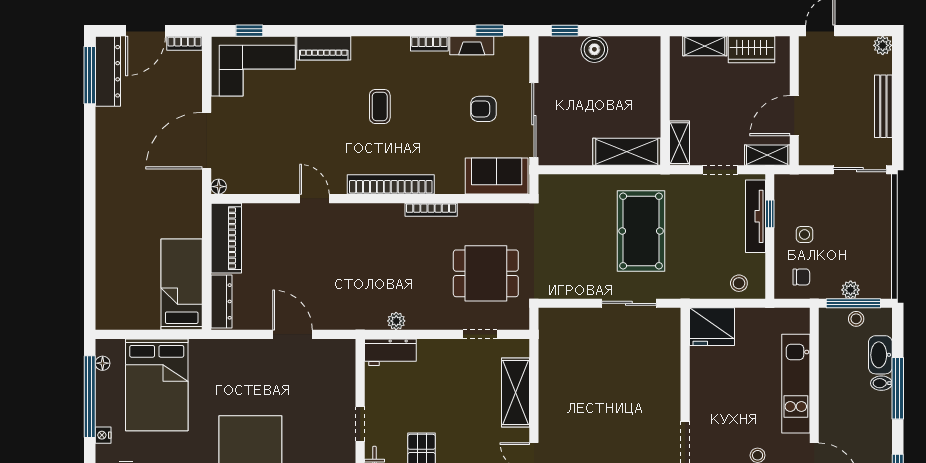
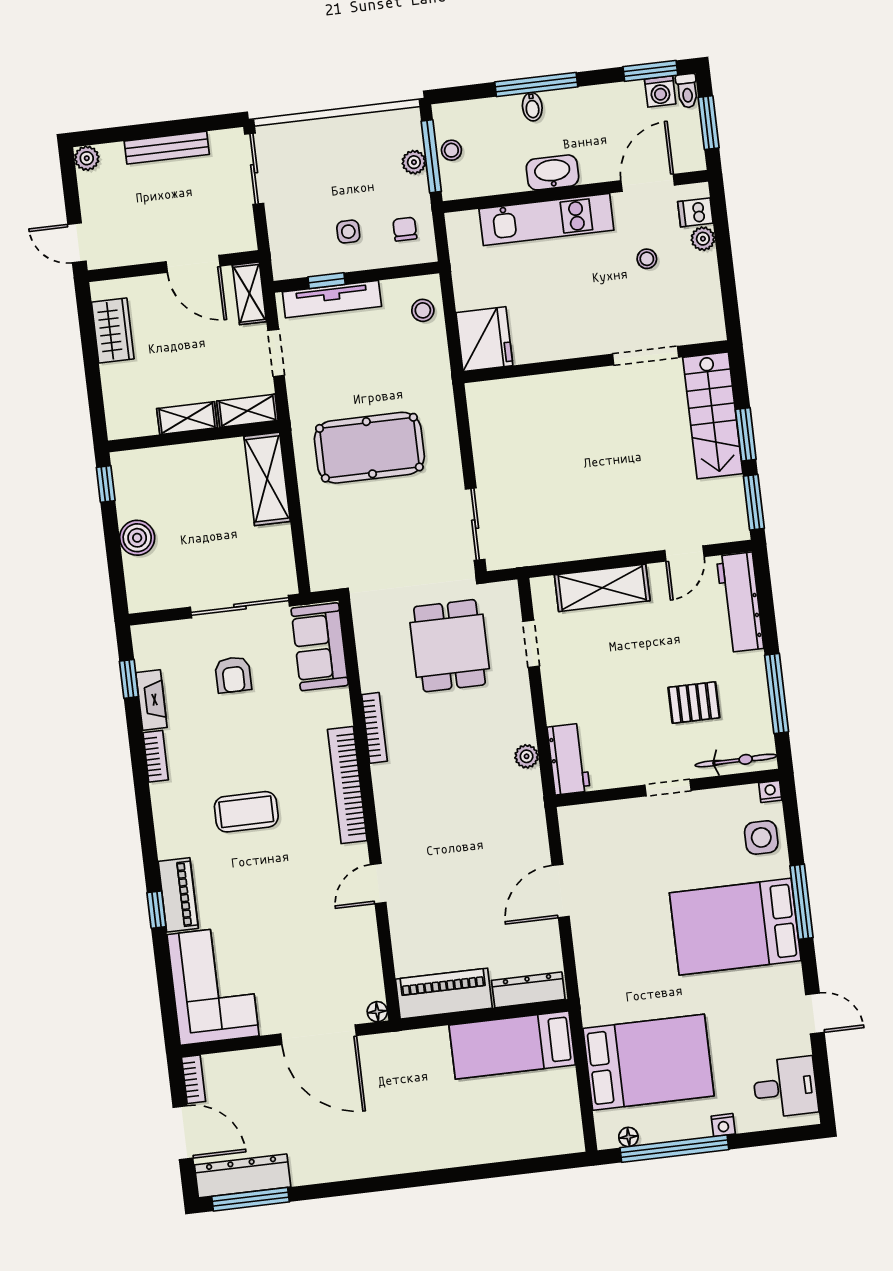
window: (249, 31) -> (156, 910), moved
window: (565, 31) -> (106, 484), moved
shelving: (705, 46) -> (187, 418), moved, turned 90
coffee table: (380, 106) -> (246, 812), width x1.36, depth x1.30
sliding door: (629, 303) -> (475, 524), moved
washbasin: (880, 355) -> (552, 172), moved, turned 180

